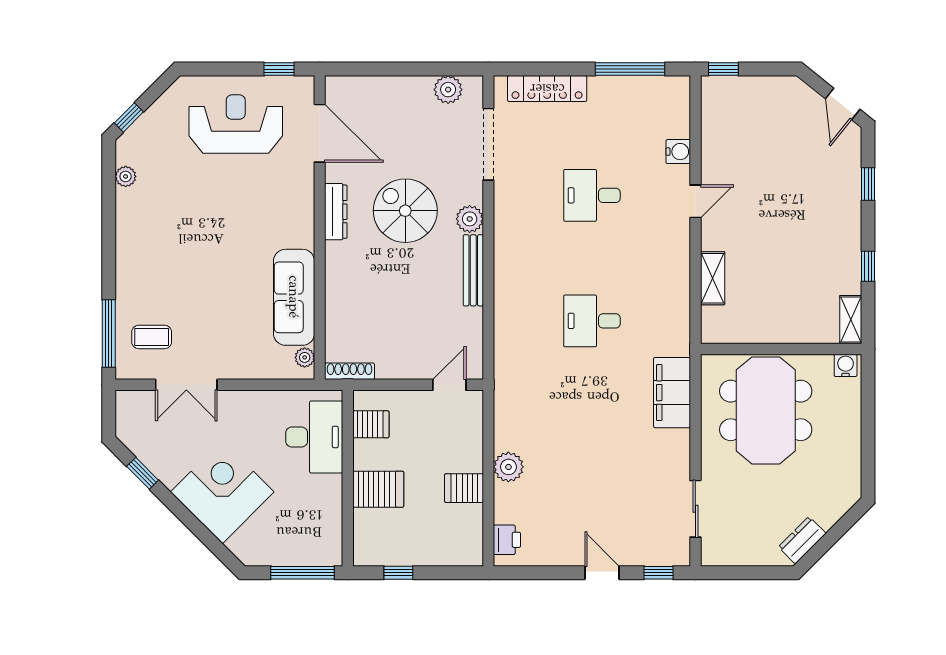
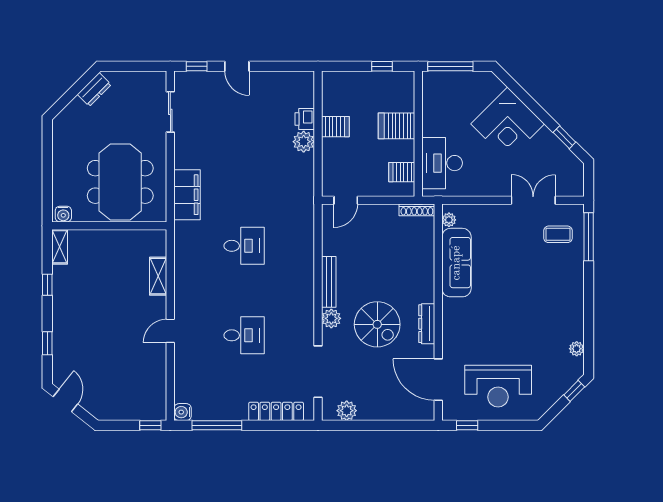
water cooler: (678, 152) -> (183, 412), moved
printer: (507, 540) -> (305, 119), moved

